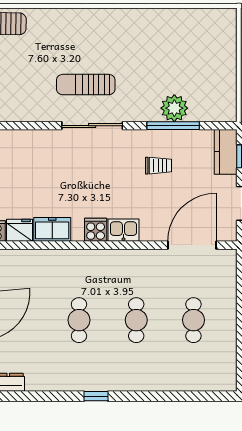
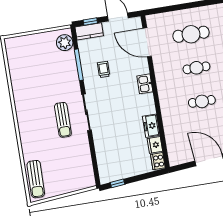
plant: (174, 108) -> (65, 43), moved
cooker: (96, 230) -> (147, 100), removed
cafe table: (193, 320) -> (191, 34), width x1.37, depth x1.35

